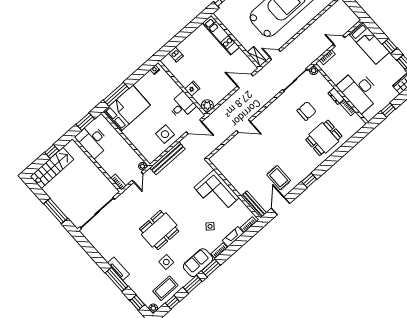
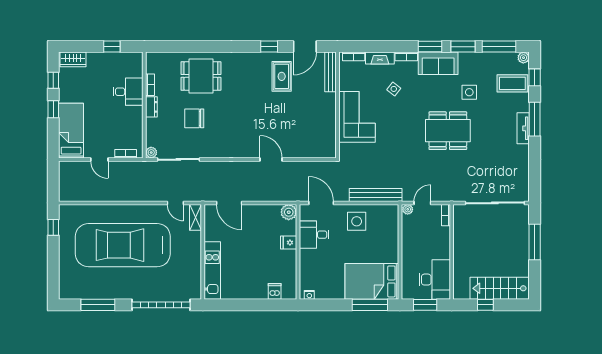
desk: (359, 91) -> (128, 92), width x0.53, depth x0.77
window: (309, 180) -> (269, 47), moved
coffee table: (165, 288) -> (512, 83), moved
window: (172, 302) -> (499, 47), width x2.17

